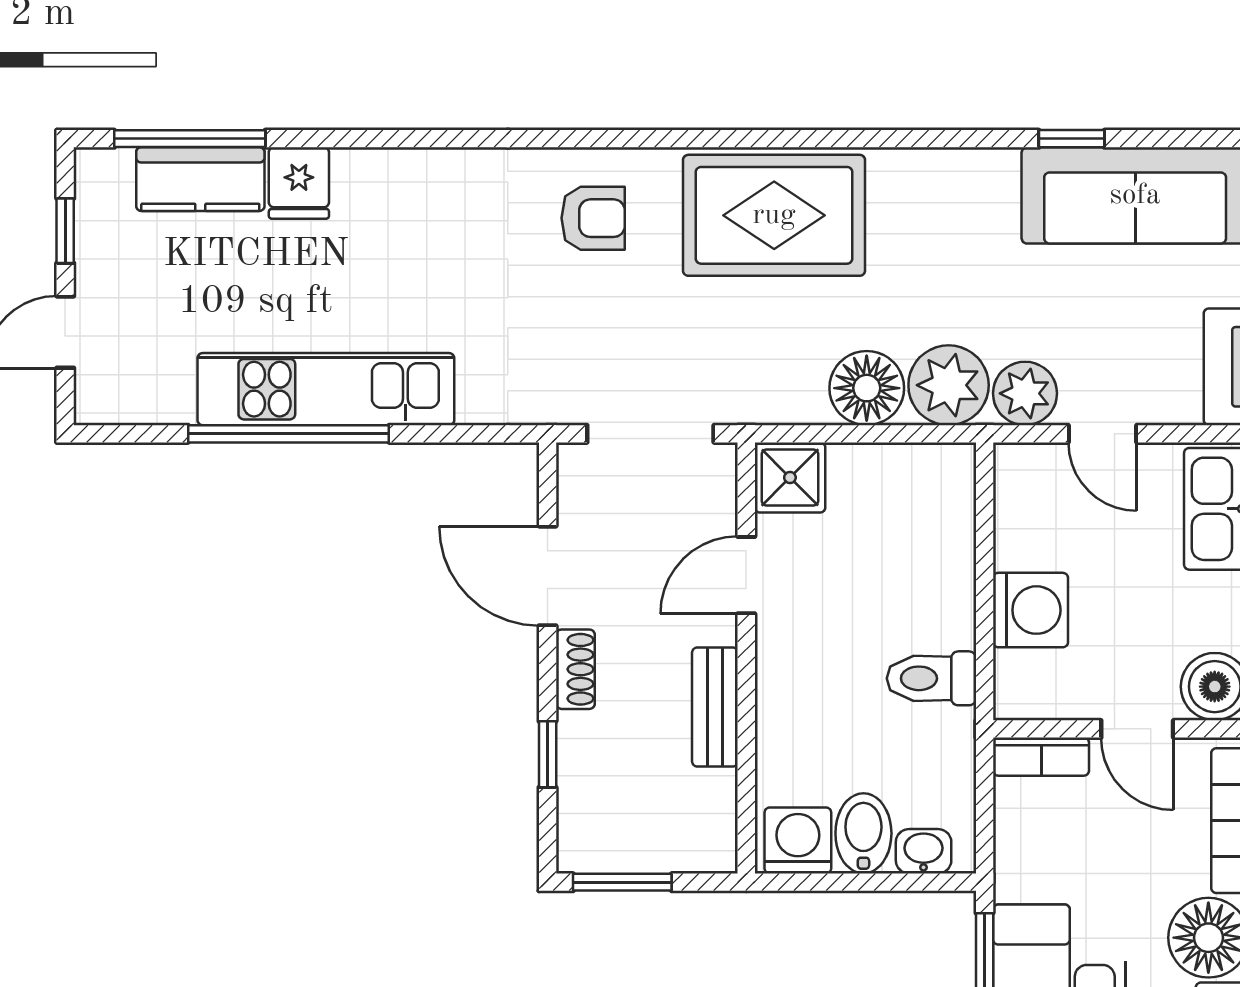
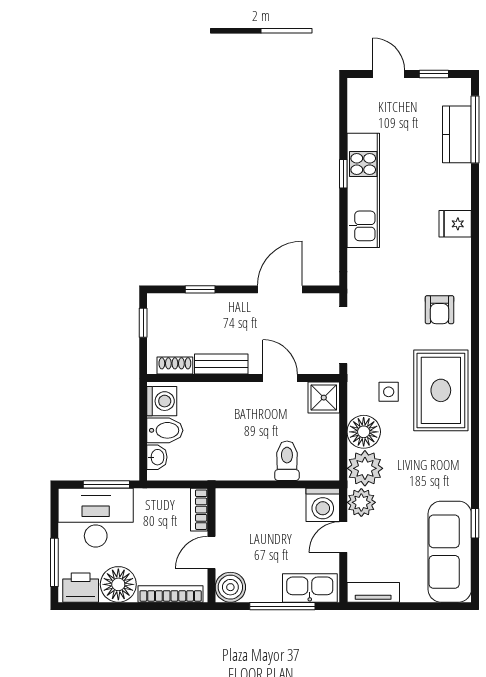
fridge: (299, 183) -> (455, 224), moved
side table: (777, 332) -> (389, 392), added
window: (289, 434) -> (343, 174), width x0.32
washing machine: (1030, 610) -> (323, 505), moved
shoe rack: (575, 669) -> (175, 366), moved, turned 180
toilet: (931, 678) -> (287, 461), moved
window: (622, 882) -> (143, 323), width x0.67

